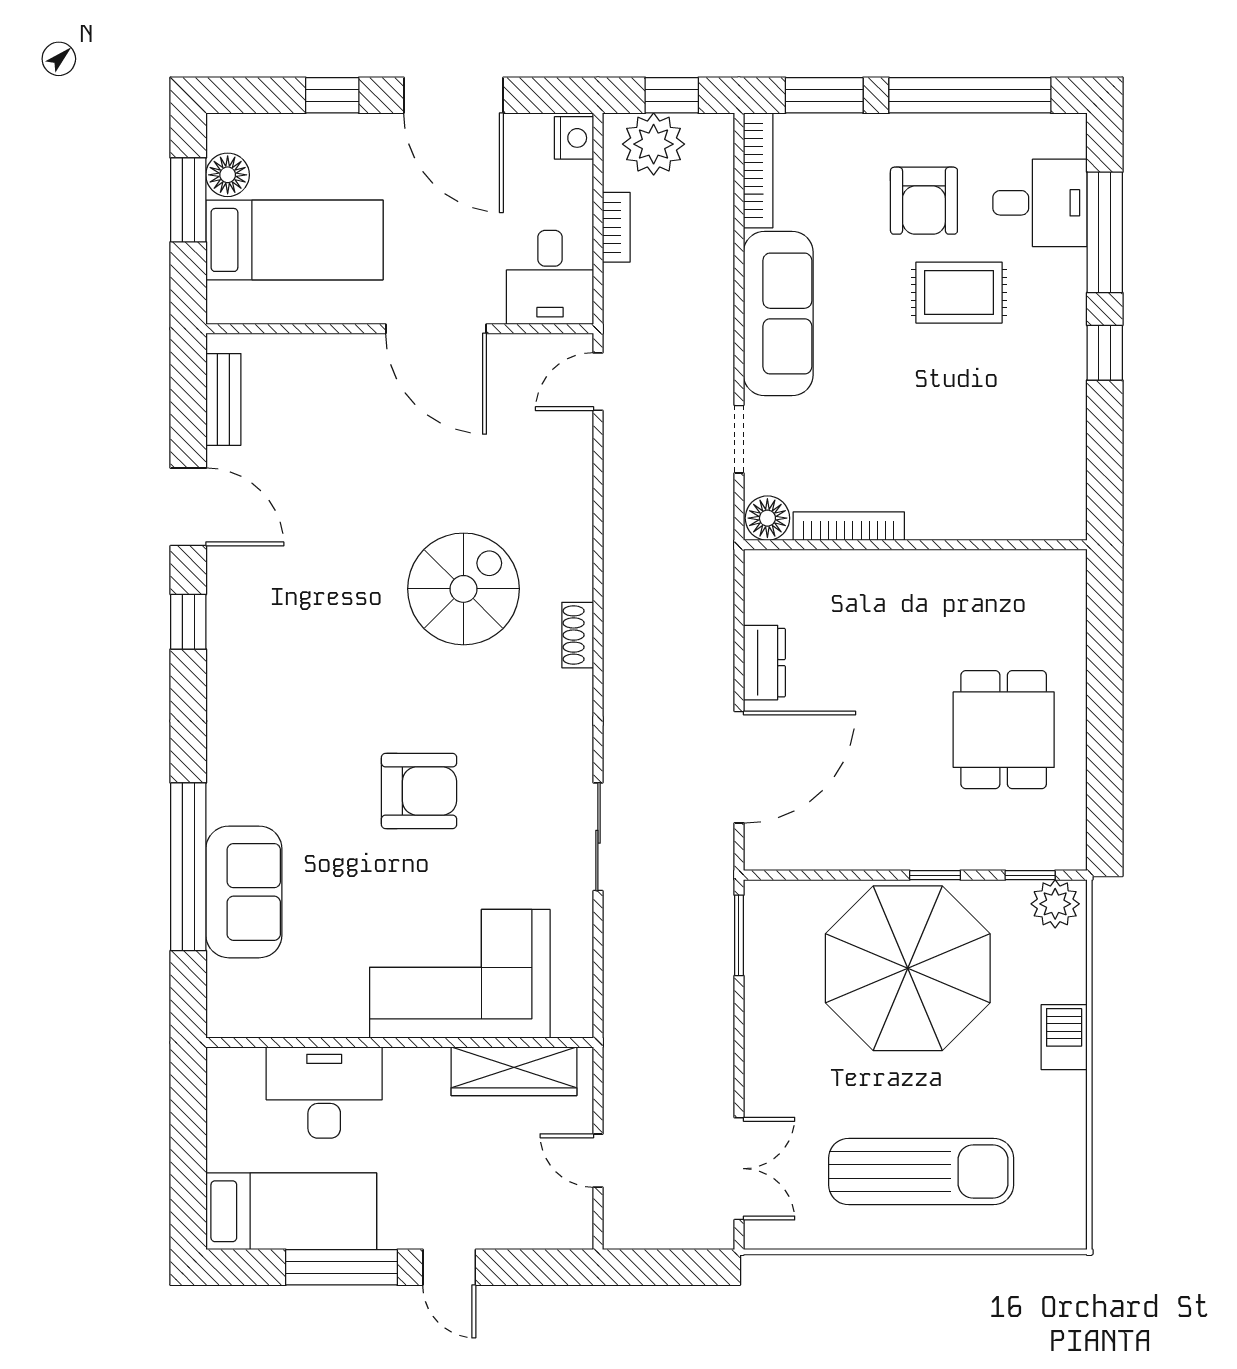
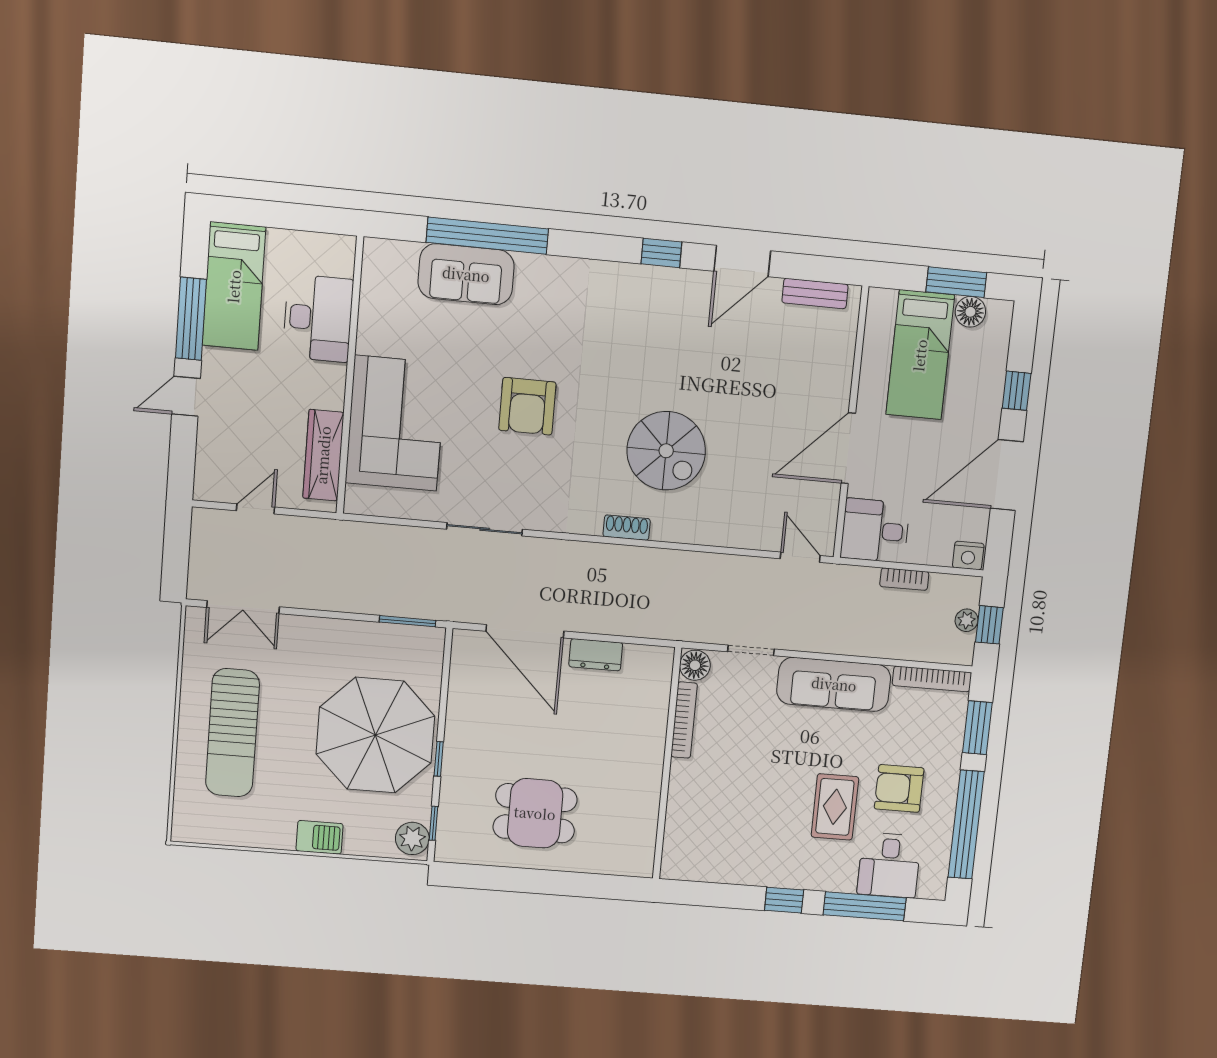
plant: (654, 144) -> (967, 620), width x0.53, depth x0.53

